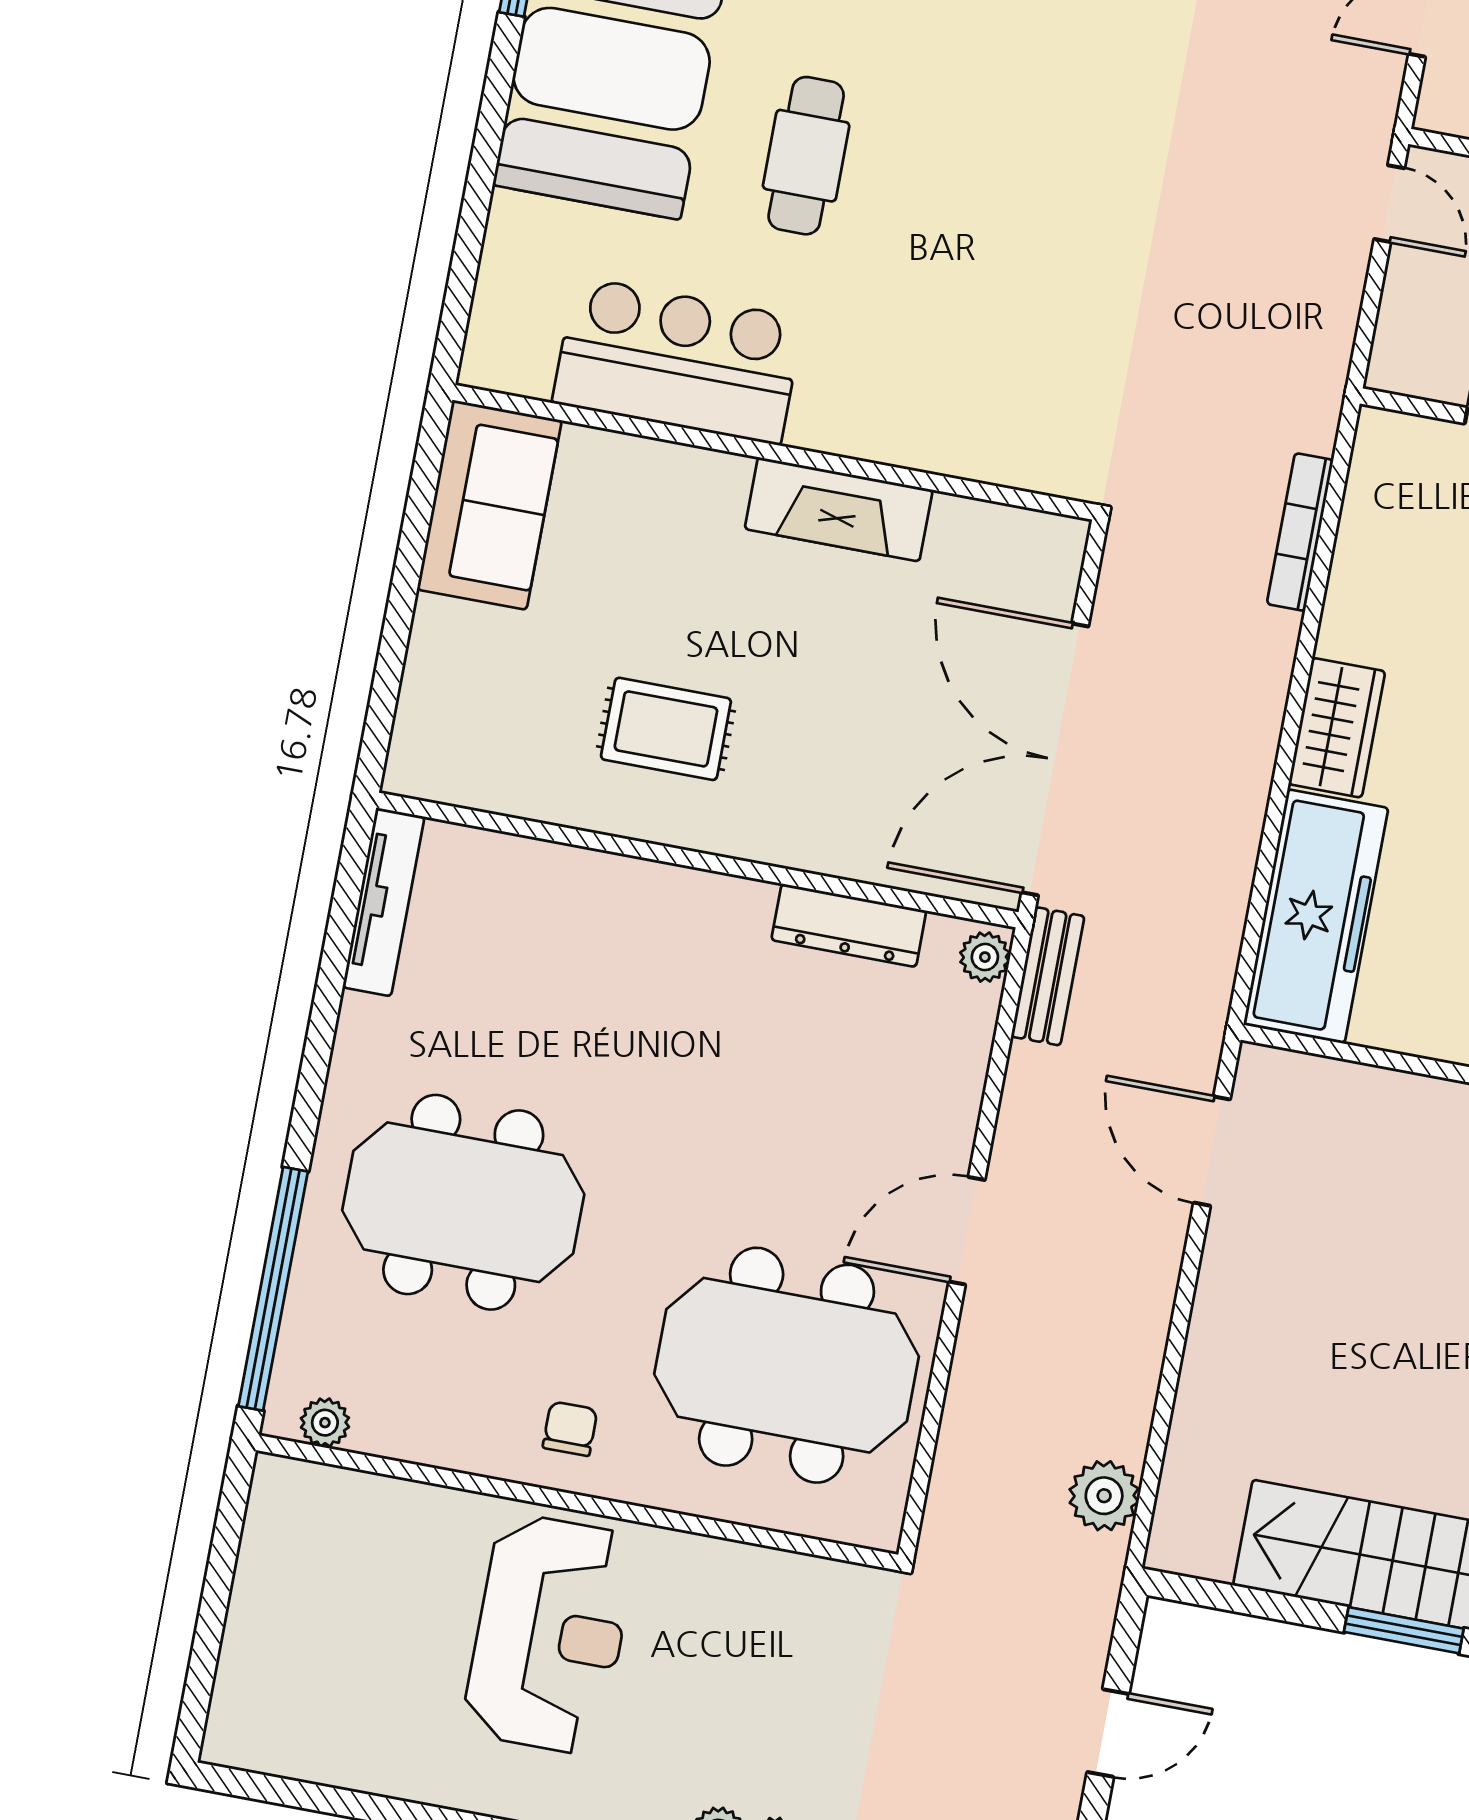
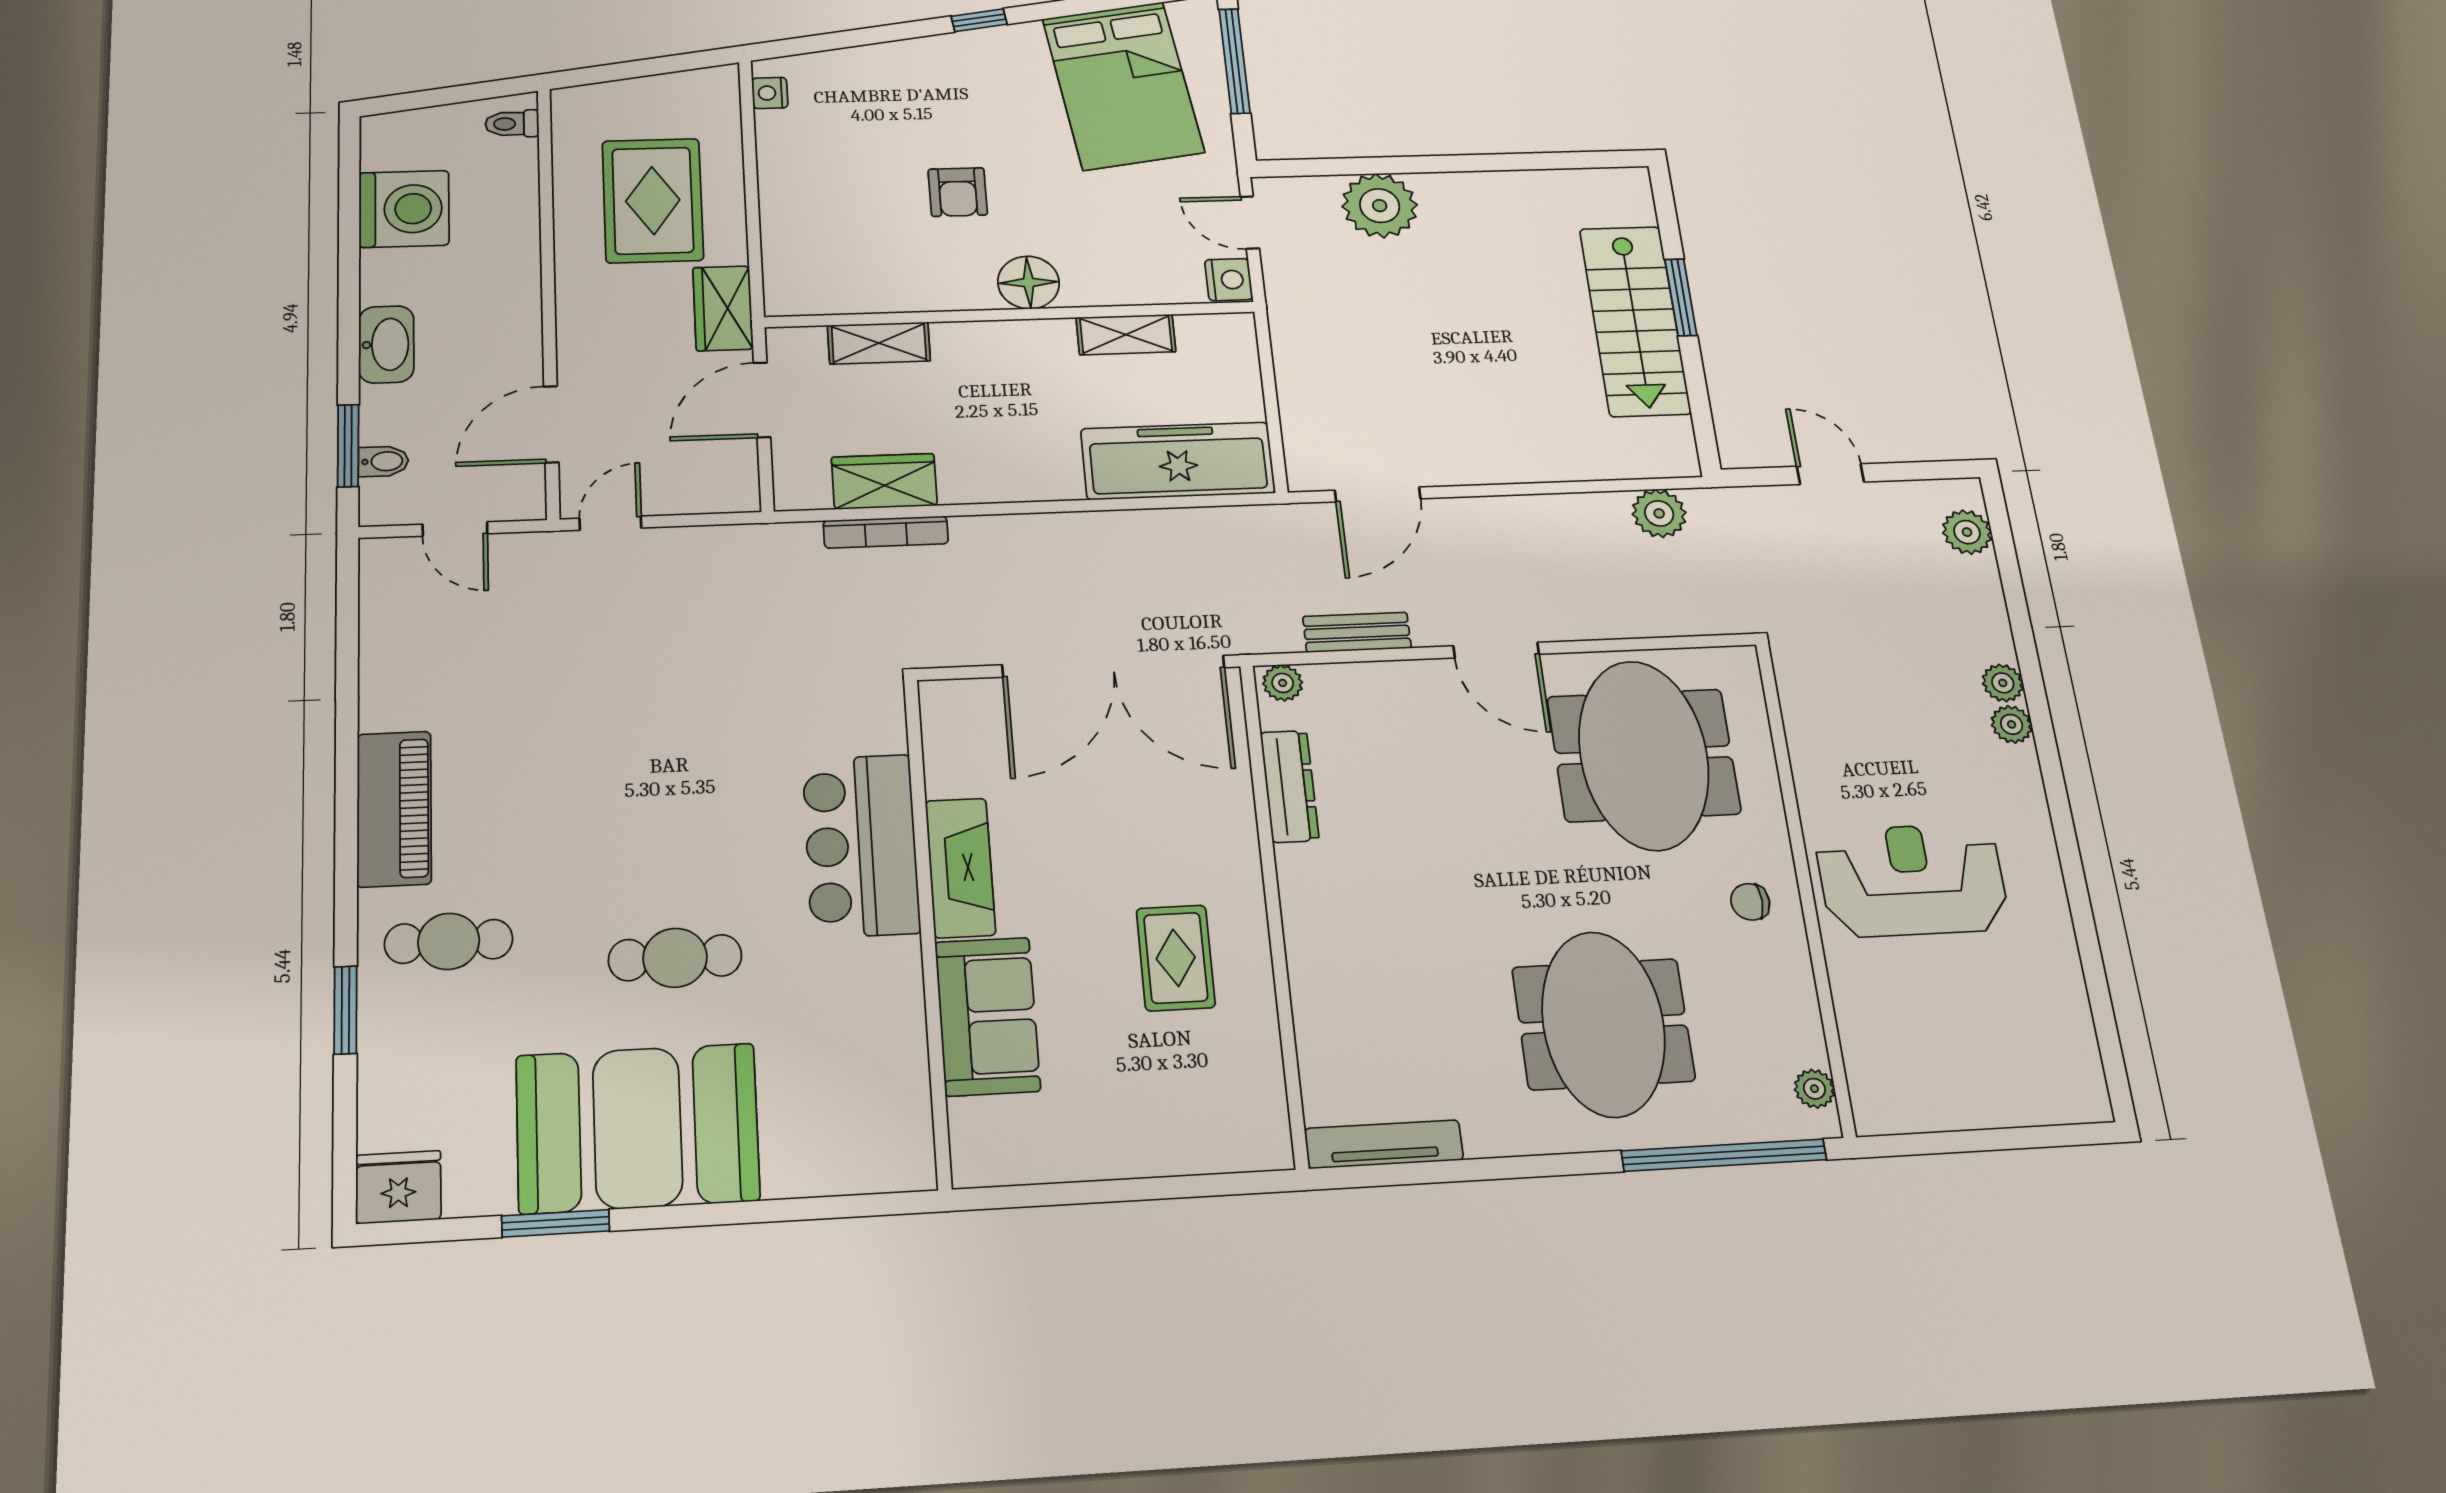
bar counter: (678, 361) -> (861, 846), moved
sofa: (489, 505) -> (987, 1016), moved, turned 90
wardrobe: (1337, 728) -> (884, 481), moved
bench: (1048, 976) -> (1357, 632), moved

